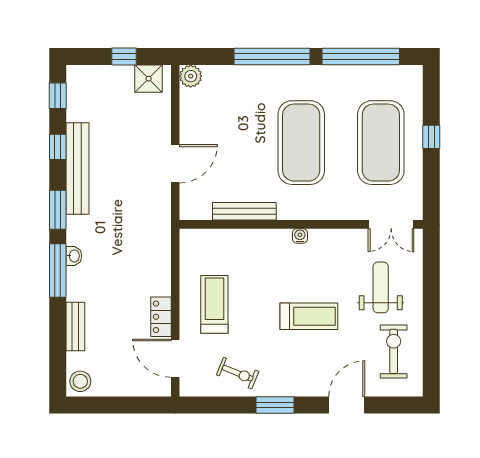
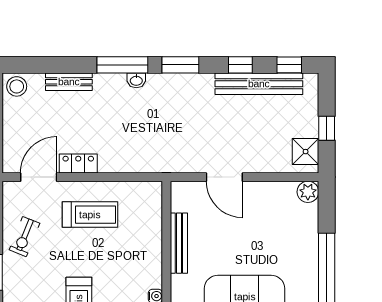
bench: (77, 168) -> (259, 84), moved

